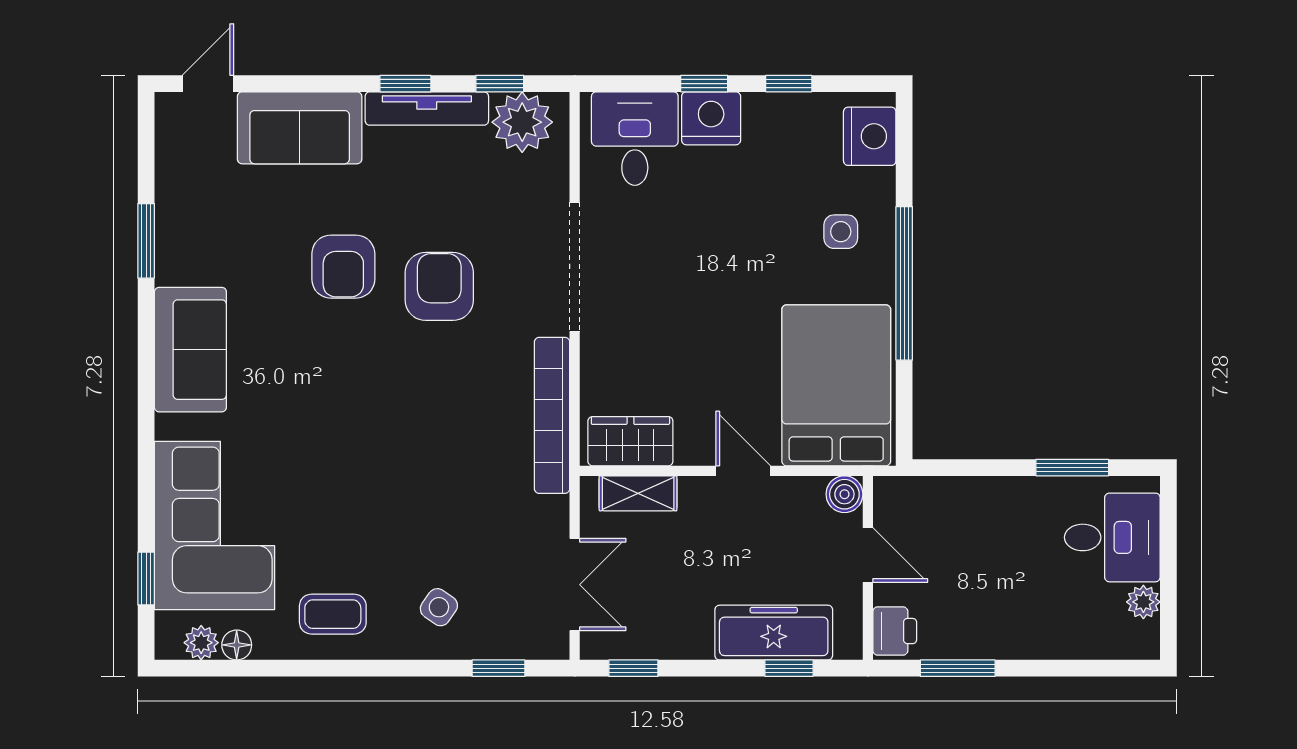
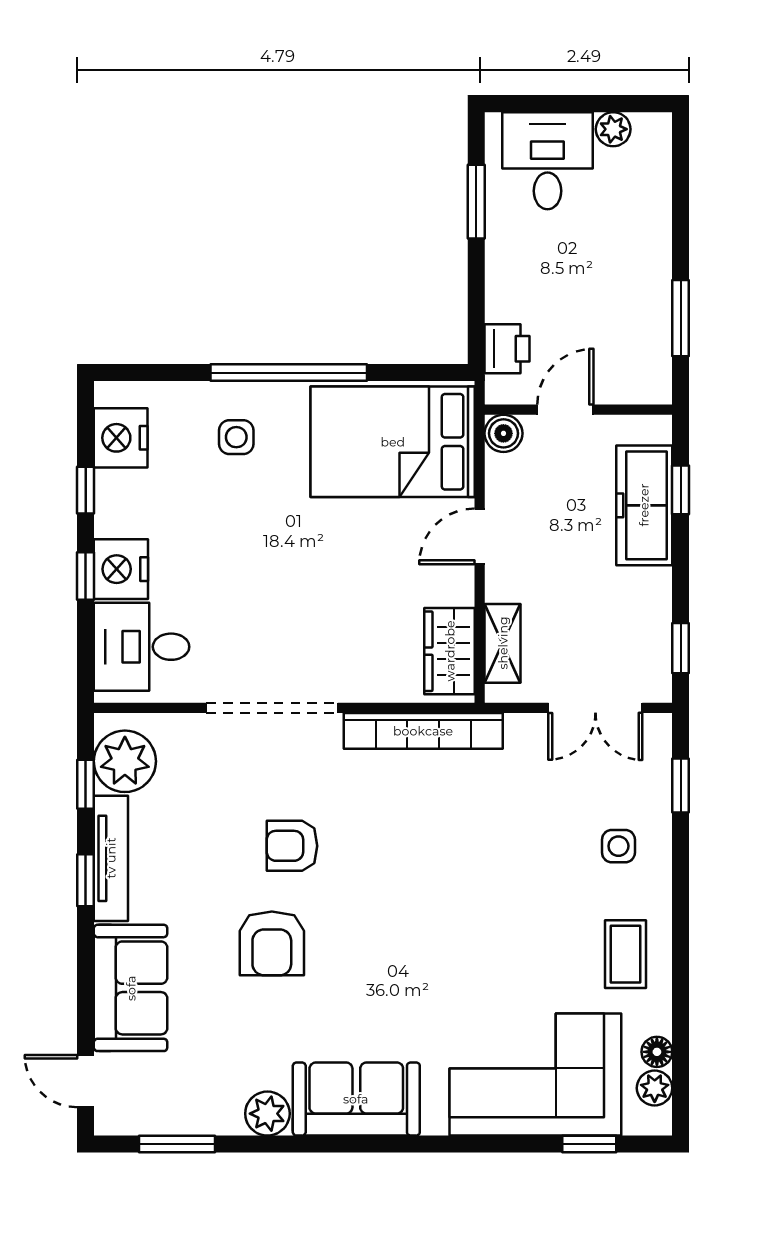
nightstand: (870, 136) -> (121, 438), moved, turned -90
window: (146, 241) -> (177, 1144), moved
plant: (176, 262) -> (267, 1114), added
armchair: (343, 267) -> (272, 943), turned 90
armchair: (439, 286) -> (292, 846), width x0.72, depth x0.72
double door: (575, 585) -> (595, 708), swing flipped
side table: (439, 607) -> (618, 846), turned -35
printer: (895, 631) -> (507, 349), moved, turned 90

